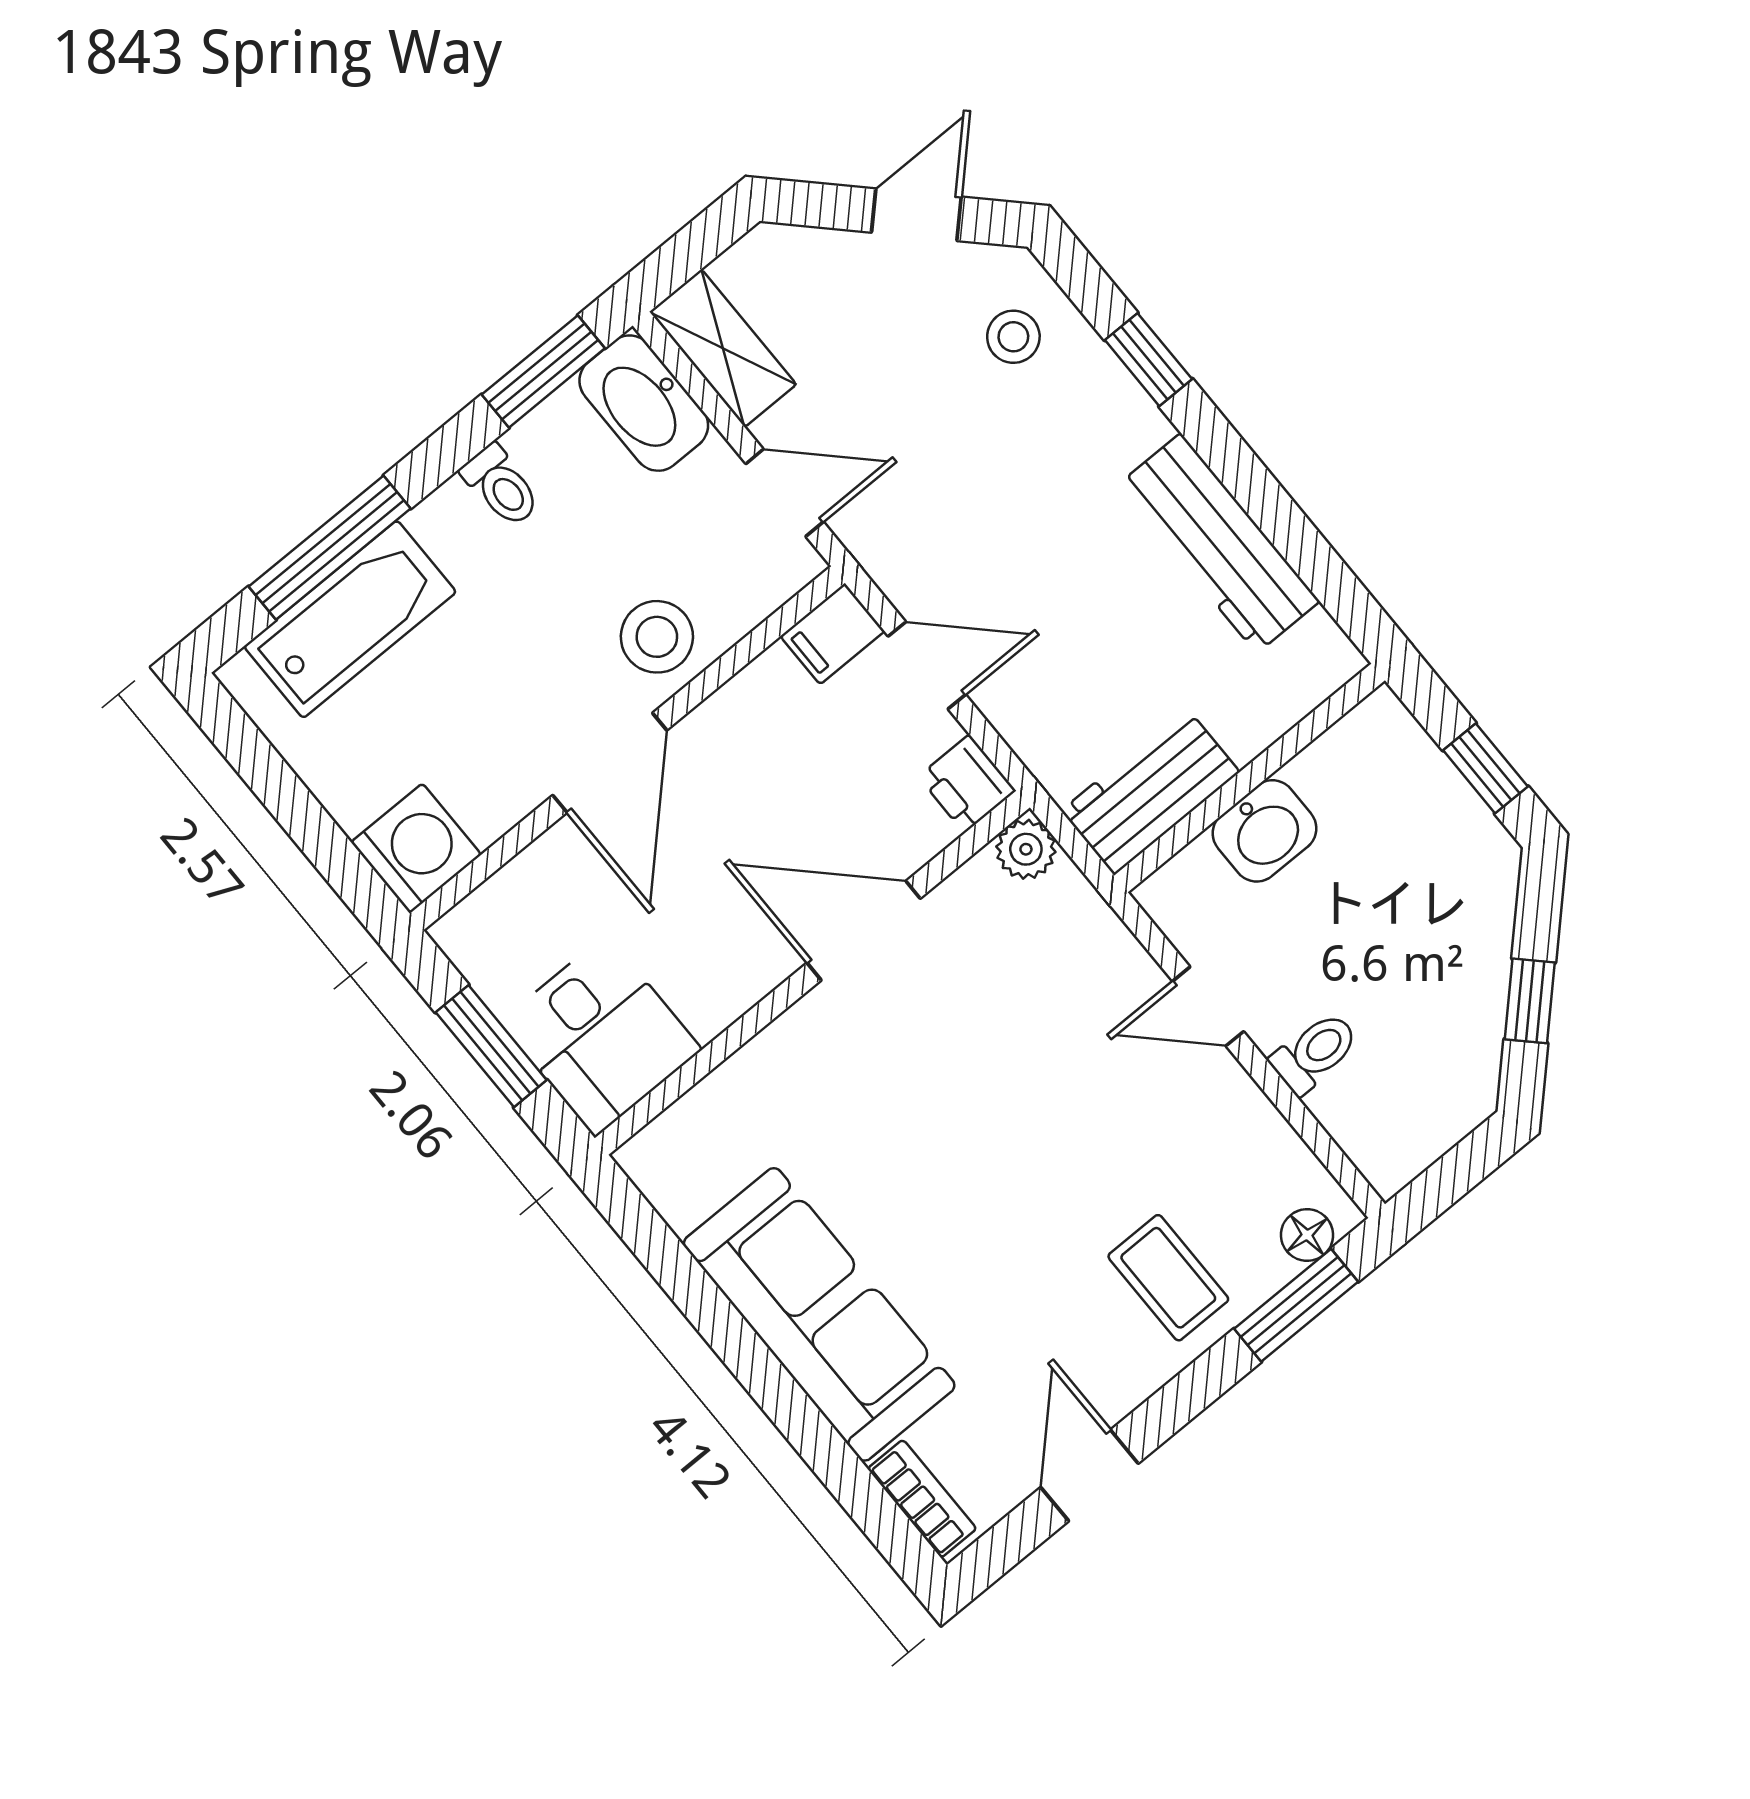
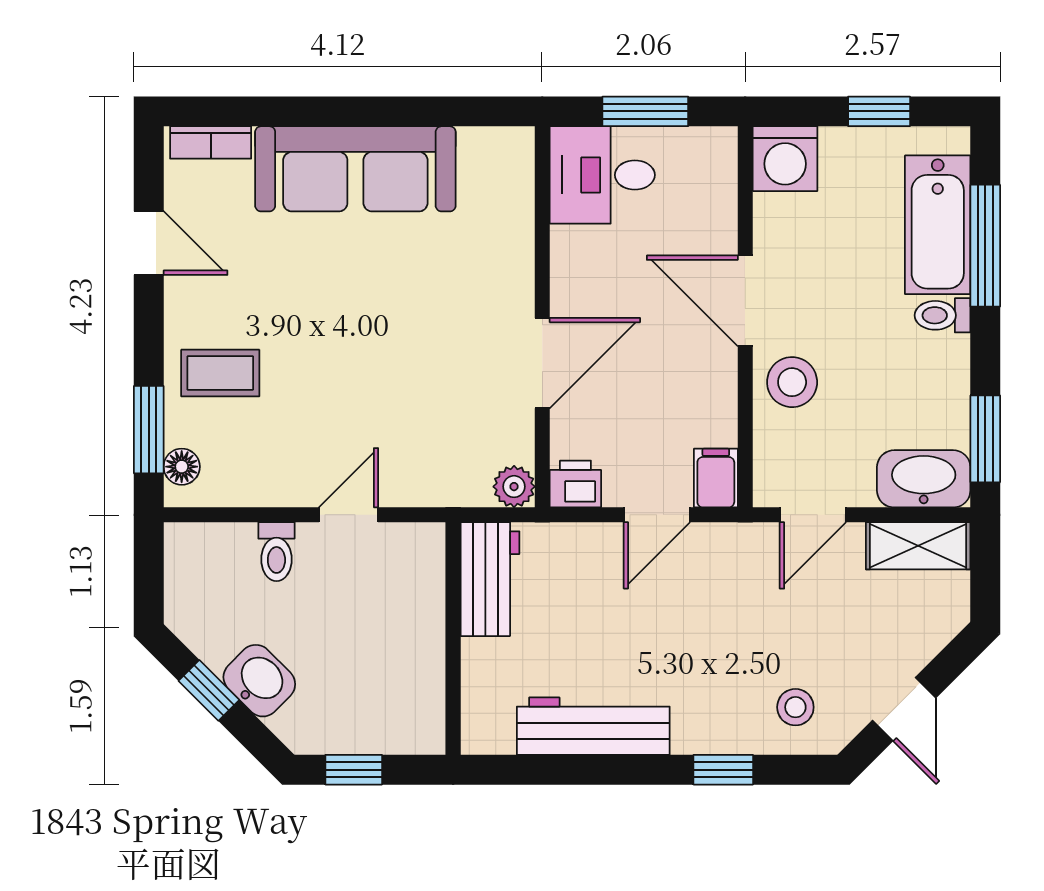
toilet: (501, 486) -> (943, 315), moved
window: (278, 787) -> (879, 111), added
washbasin: (1265, 831) -> (259, 681), moved, turned 135

